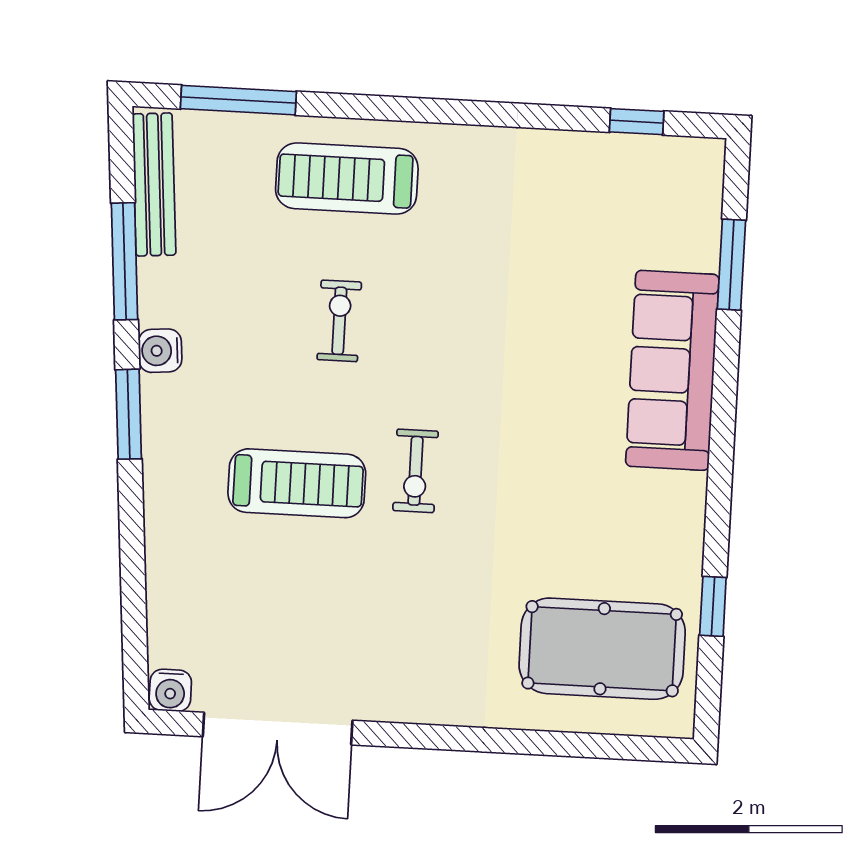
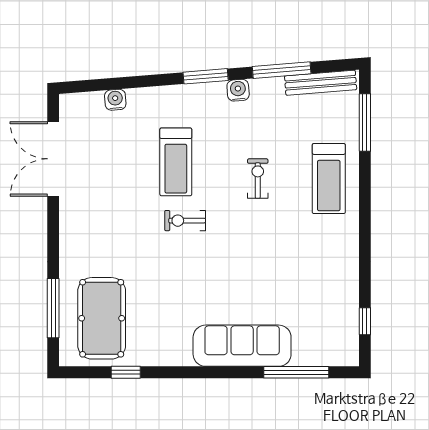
treadmill: (347, 178) -> (329, 179), turned 180
window: (731, 265) -> (296, 372), width x1.44
exercise bike: (339, 321) -> (258, 179), turned -90
water cooler: (170, 690) -> (115, 100), moved, turned 85
window: (577, 745) -> (53, 308), added

